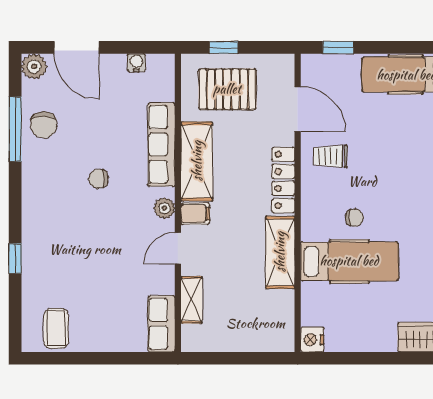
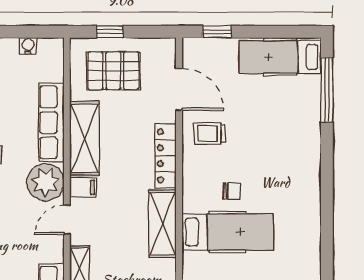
plant: (164, 208) -> (45, 182), width x1.88, depth x1.88

